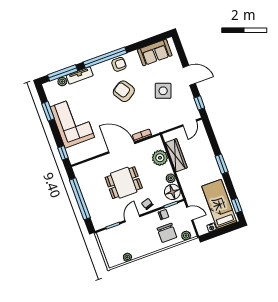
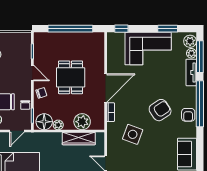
plant: (52, 87) -> (190, 41), added
side table: (163, 91) -> (133, 134), moved

